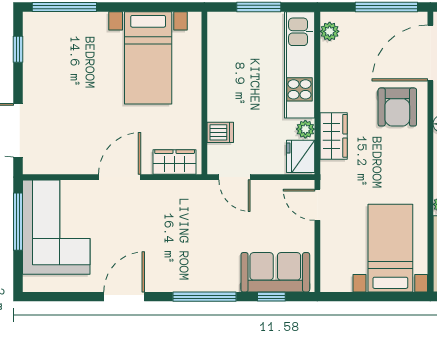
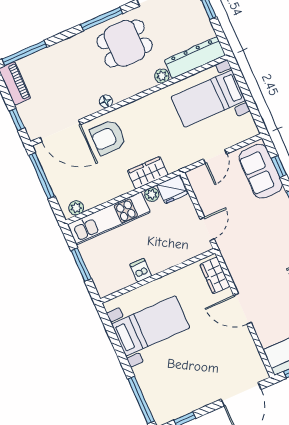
armchair: (397, 107) -> (108, 137), turned 180
dishwasher: (220, 132) -> (141, 270), moved
door: (317, 205) -> (215, 156), moved

